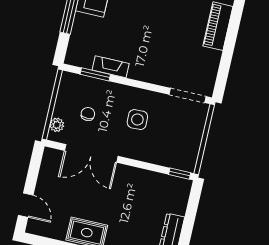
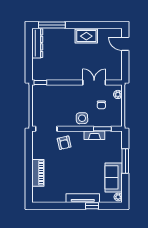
armchair: (163, 66) -> (64, 143), added
side table: (137, 120) -> (82, 118), moved
double door: (91, 153) -> (94, 83), width x0.73

